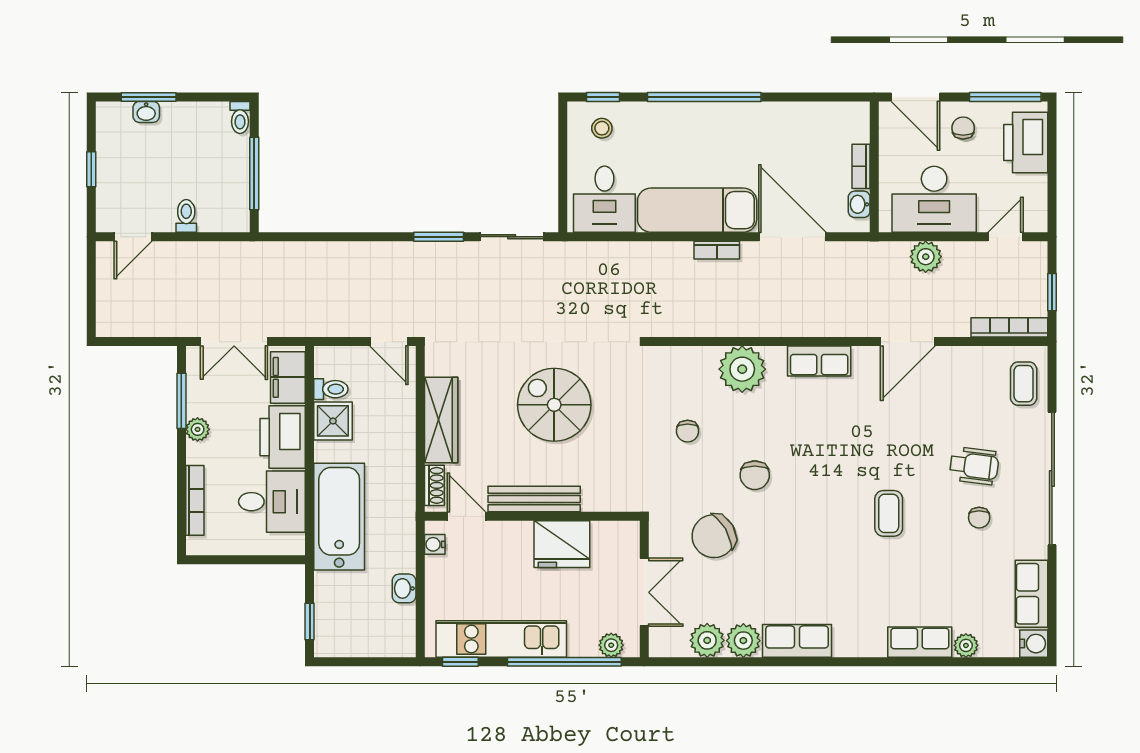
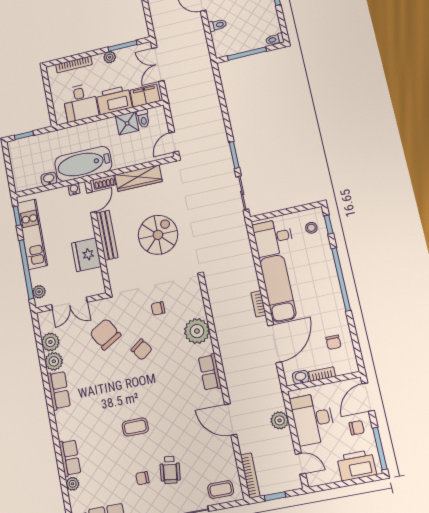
chair: (810, 135) -> (333, 342), added
chair: (755, 475) -> (142, 350), turned -126
bathtub: (339, 517) -> (83, 164), moved, turned 180

